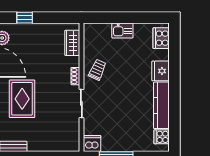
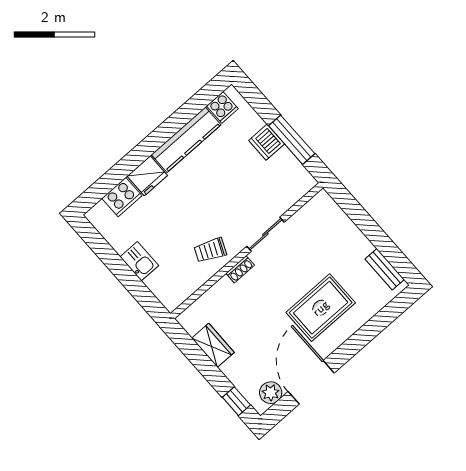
window: (25, 18) -> (236, 401), moved
cooker: (161, 38) -> (122, 197), moved
wardrobe: (72, 43) -> (213, 345), moved, turned -90
dishwasher: (92, 143) -> (267, 142), moved

